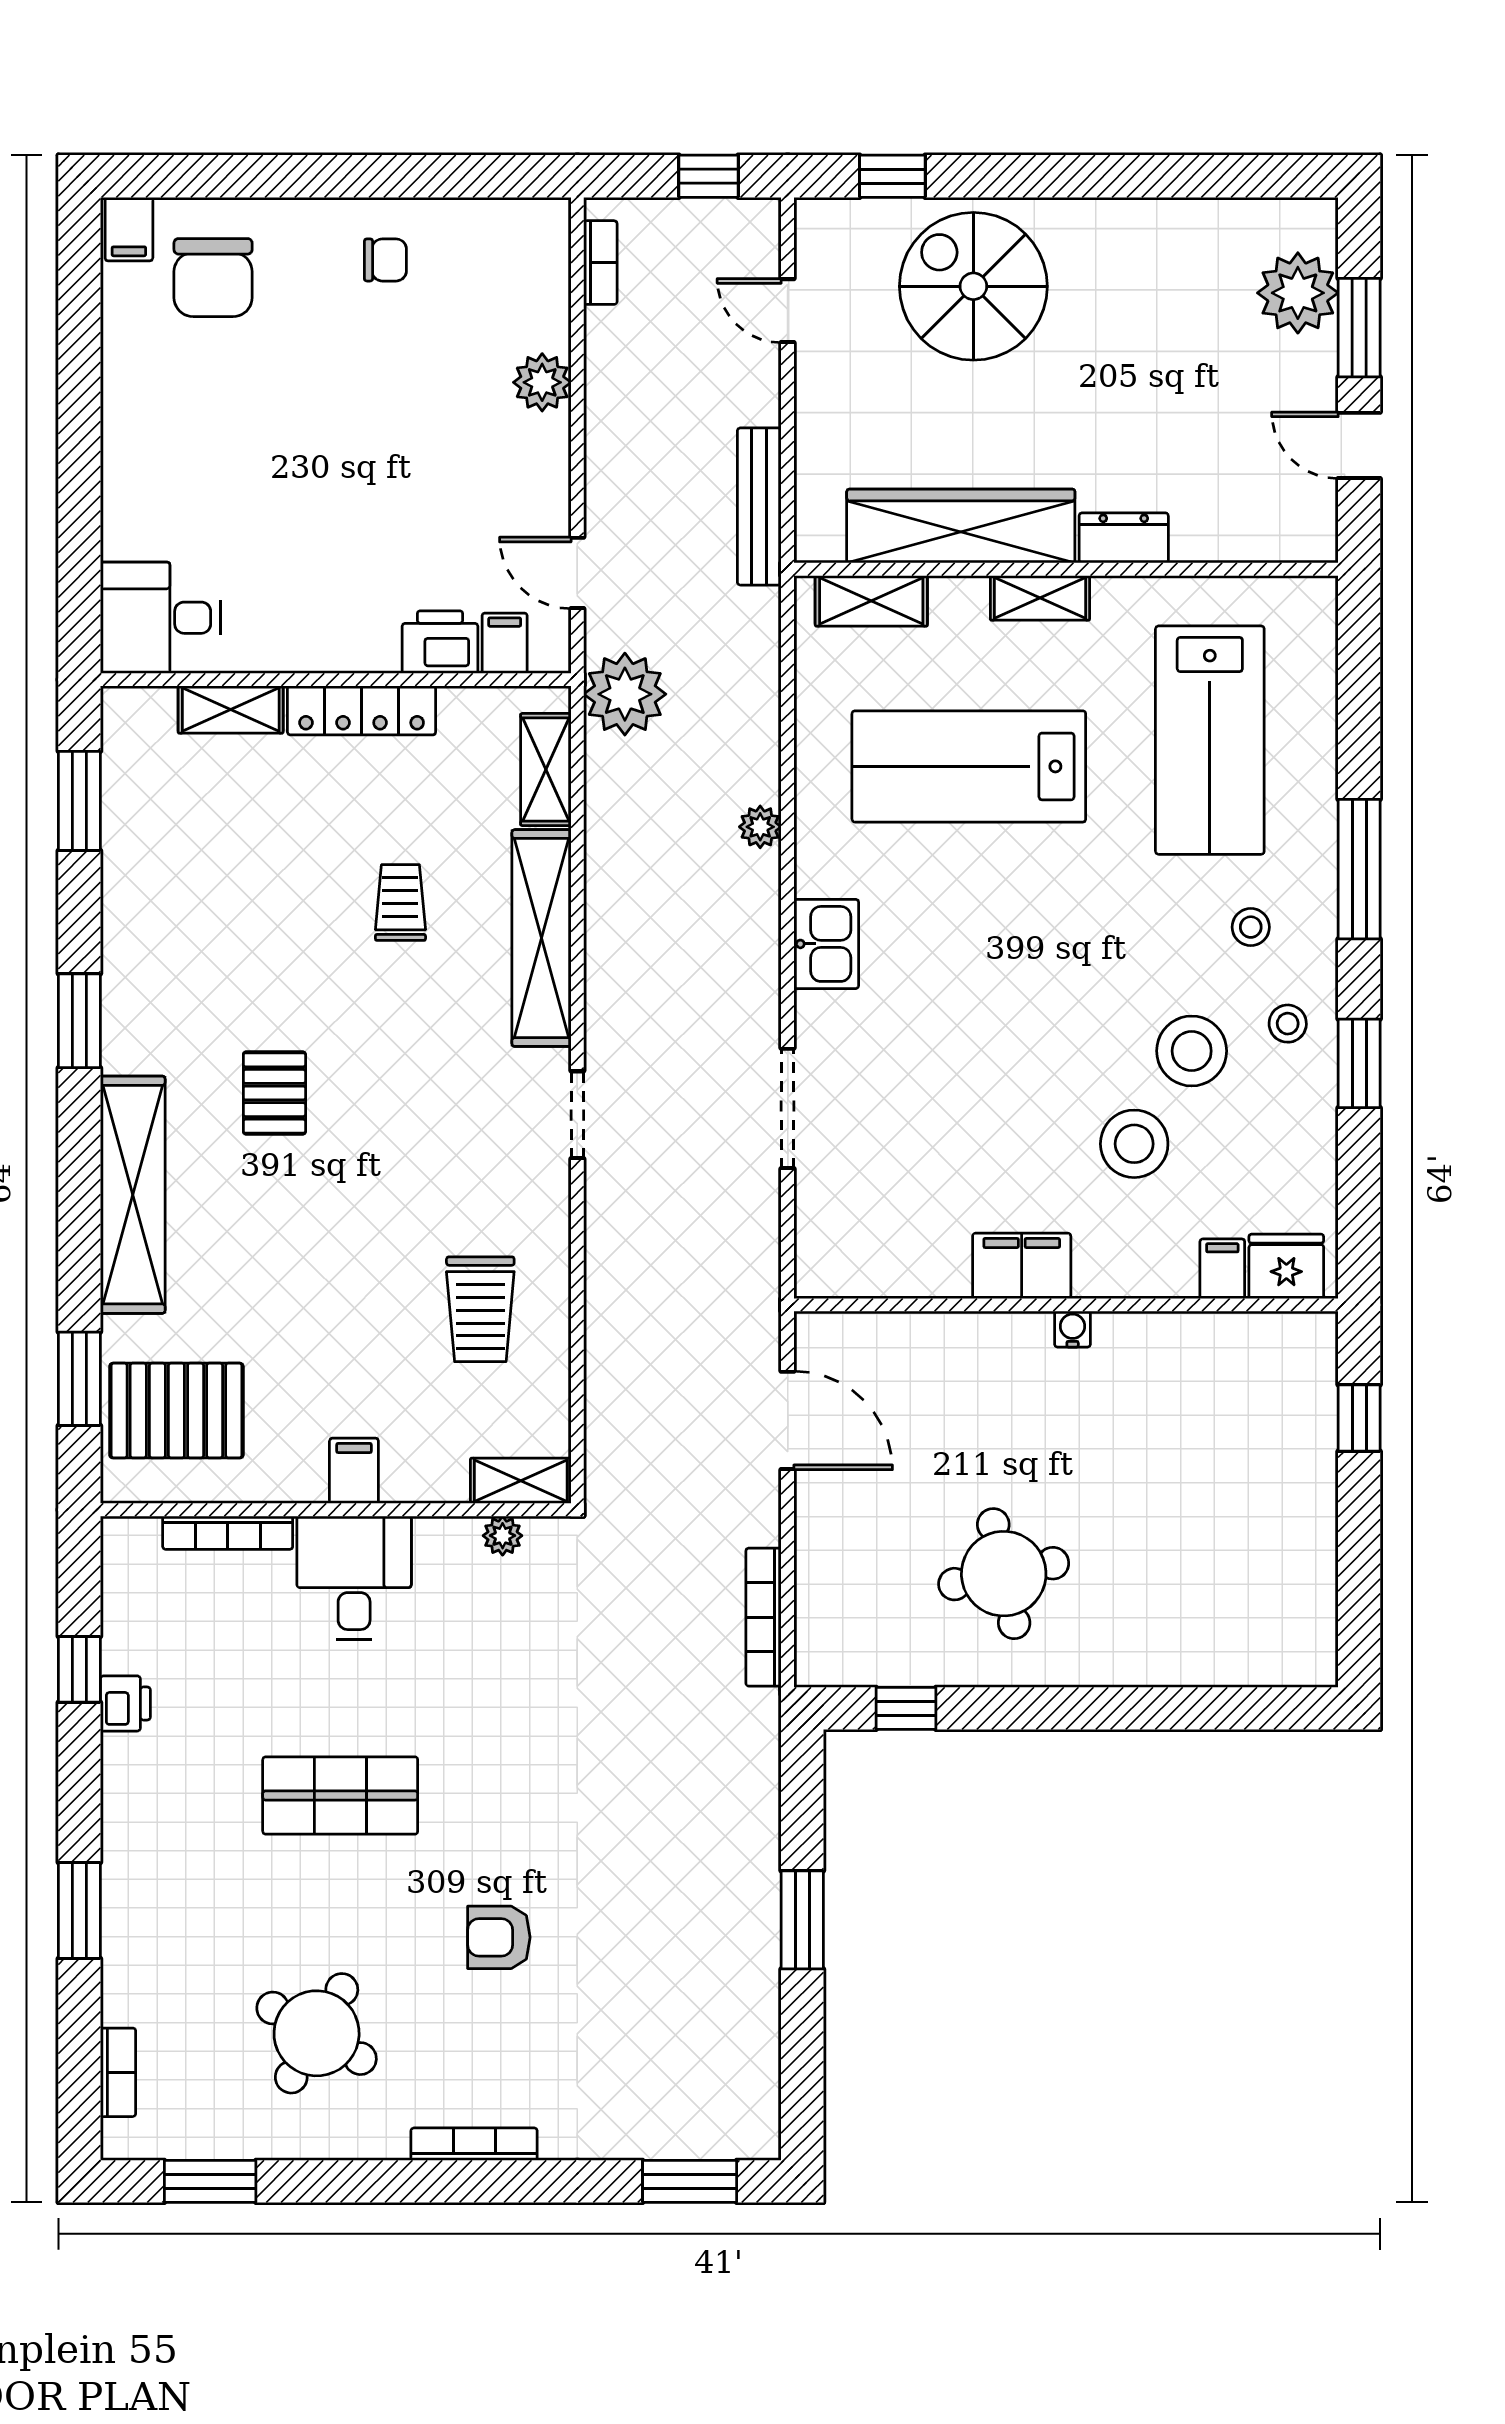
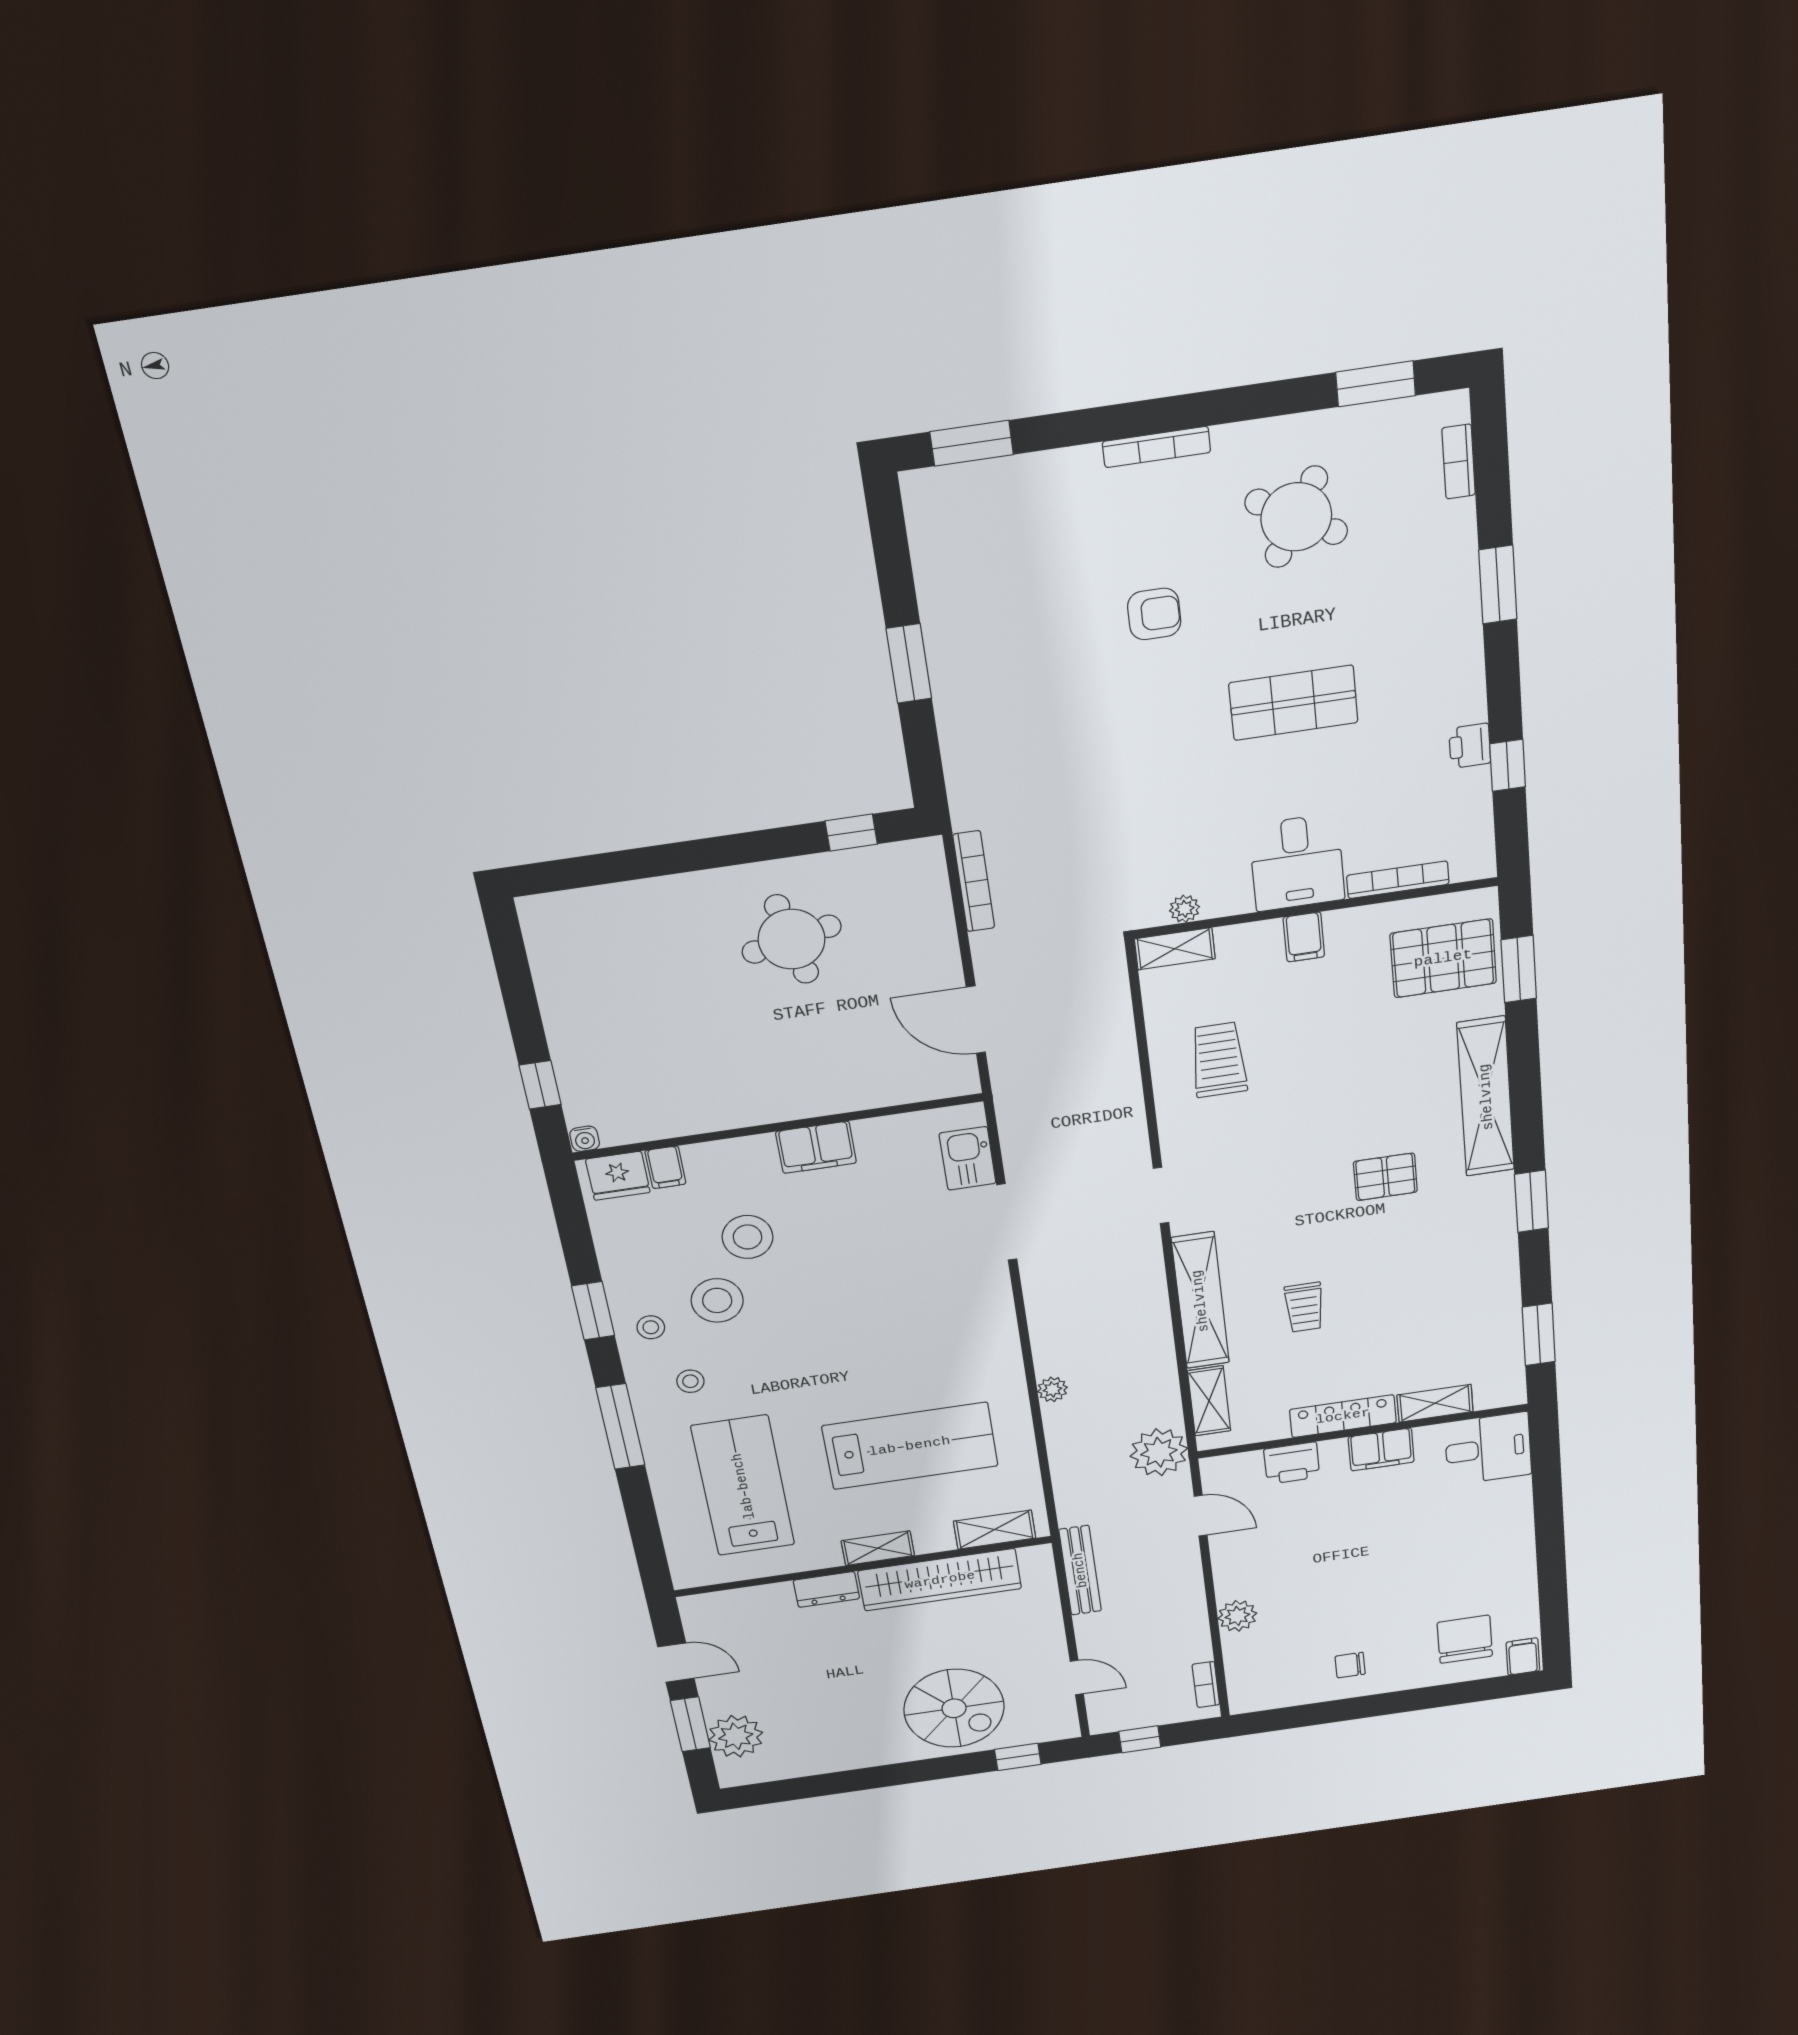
filing cabinet: (505, 643) -> (1381, 1450), moved, width x2.00
kitchen sink: (826, 944) -> (968, 1158), moved
pallet: (274, 1093) -> (1385, 1177), turned 90
water cooler: (1073, 1329) -> (585, 1139), moved

